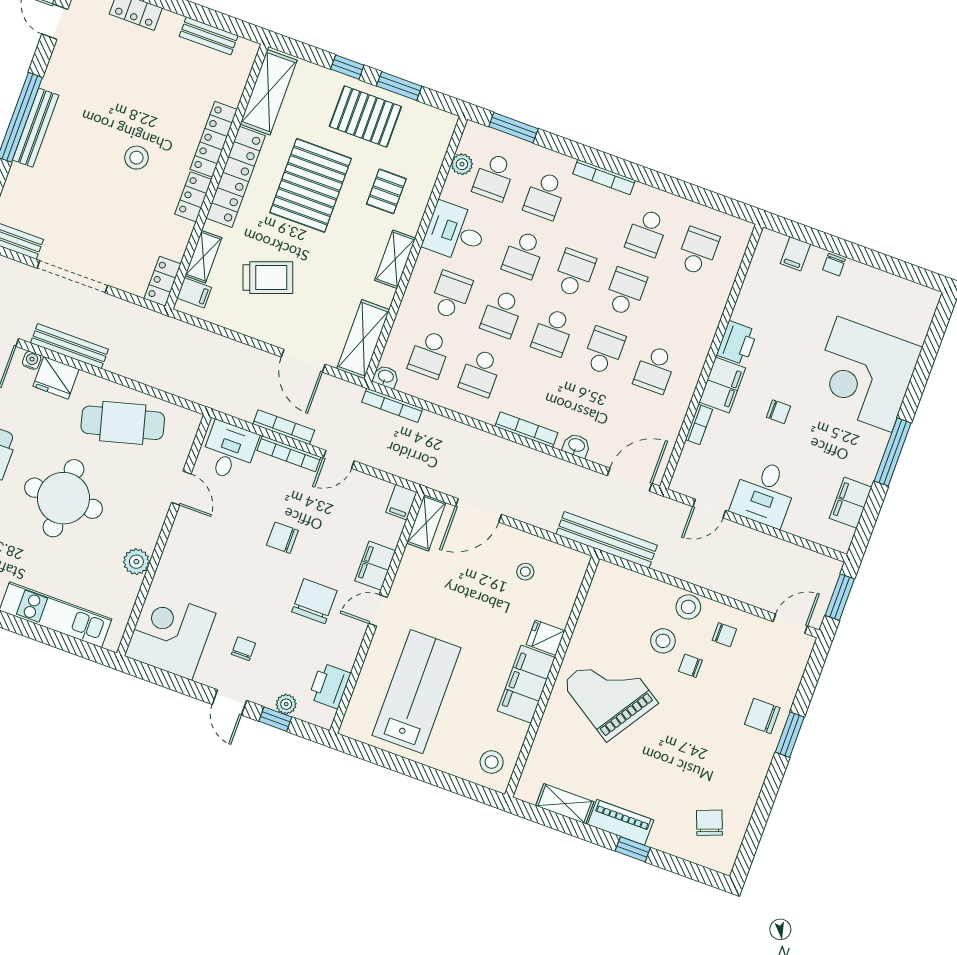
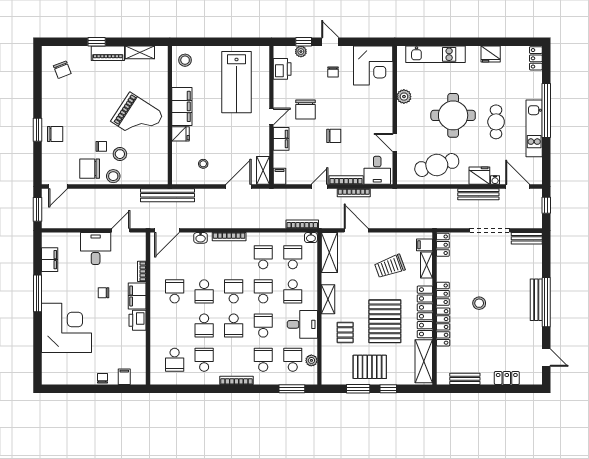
chair: (724, 635) -> (90, 169), width x1.87, depth x1.87

